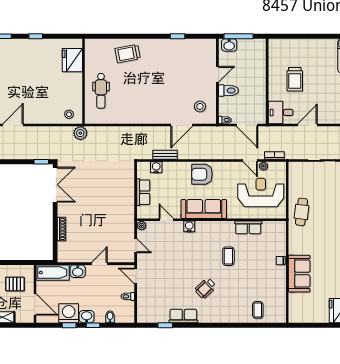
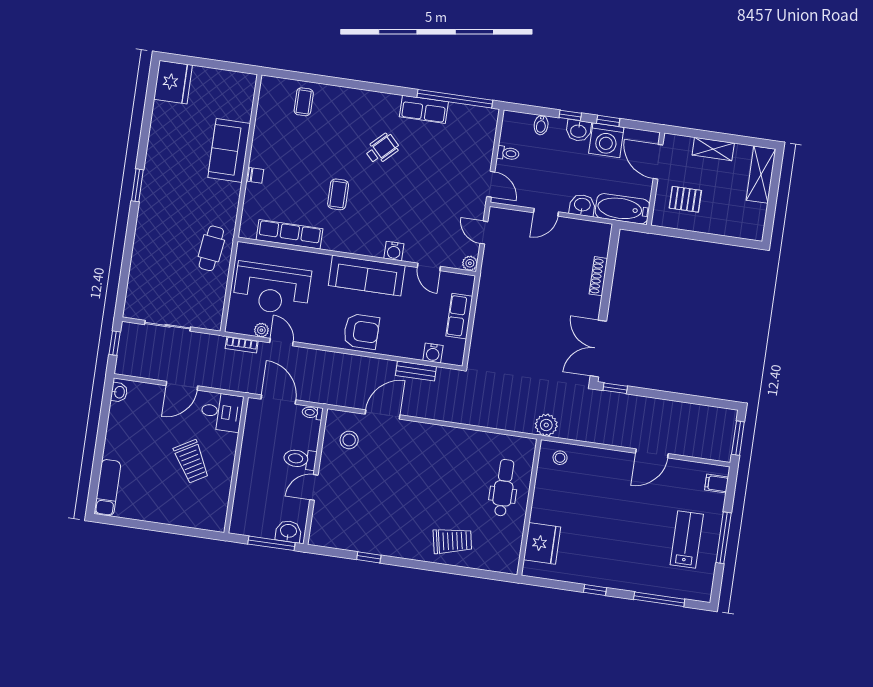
trolley: (295, 79) -> (192, 462), turned 150
row of seats: (248, 227) -> (289, 234), width x1.48
window: (165, 325) -> (455, 99), width x3.17

